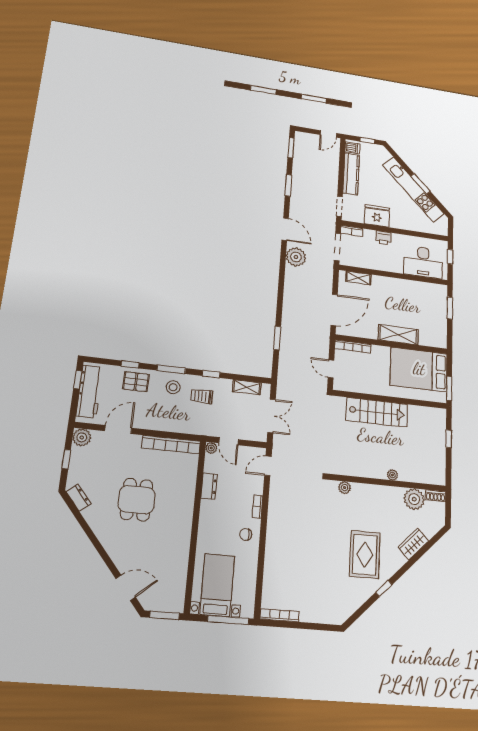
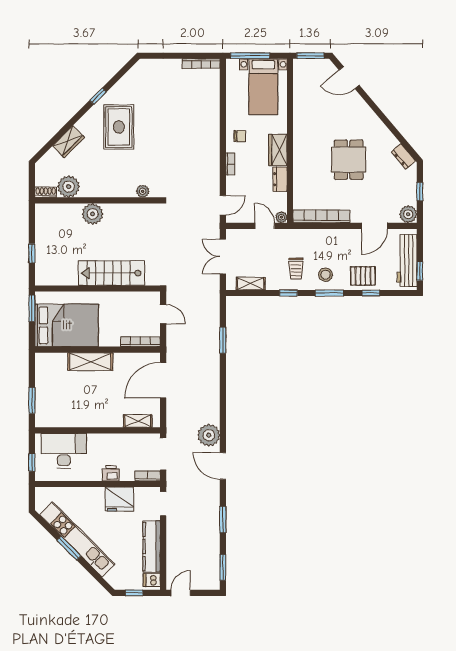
trolley: (202, 396) -> (296, 269), turned 90
plant: (392, 475) -> (93, 214), width x1.87, depth x1.87
wardrobe: (208, 517) -> (278, 150), added

